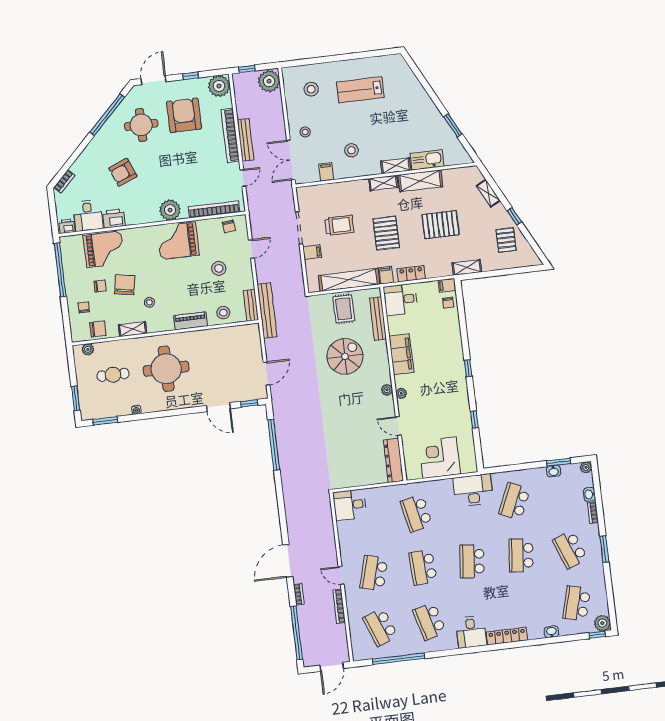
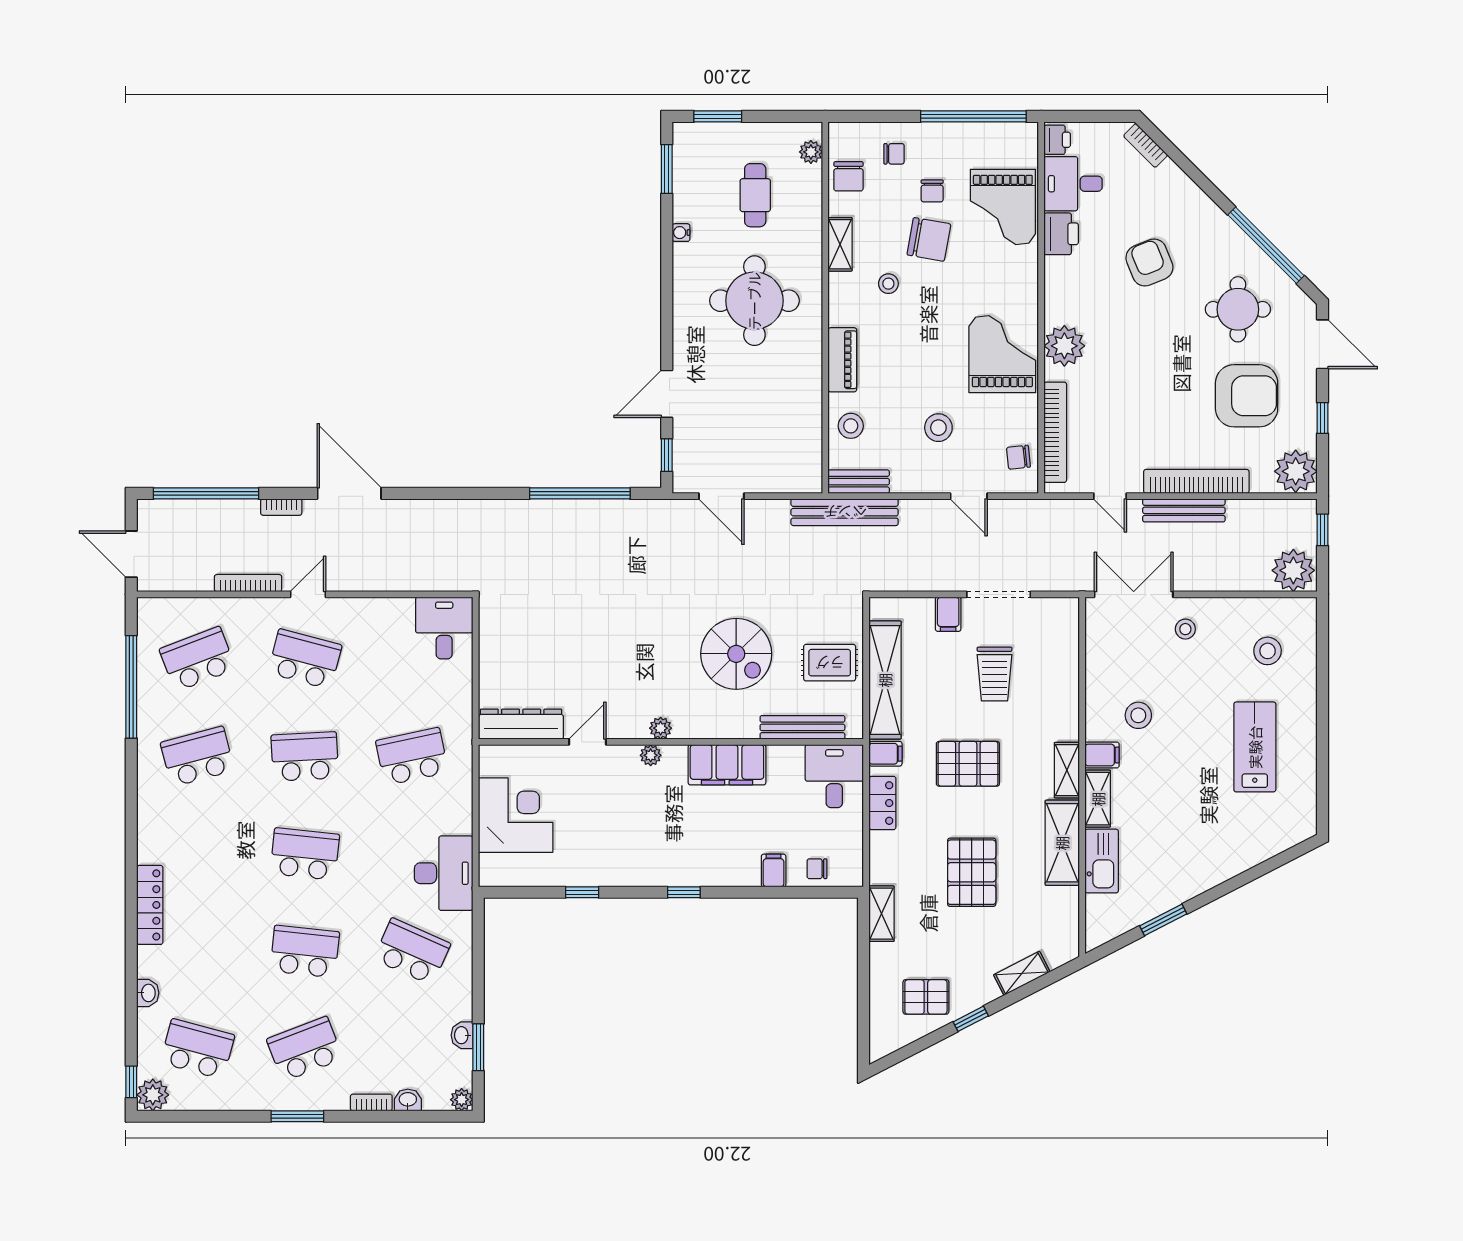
filing cabinet: (326, 172) -> (1102, 755), moved
filing cabinet: (447, 285) -> (774, 870), moved
desk: (471, 632) -> (167, 836), removed

